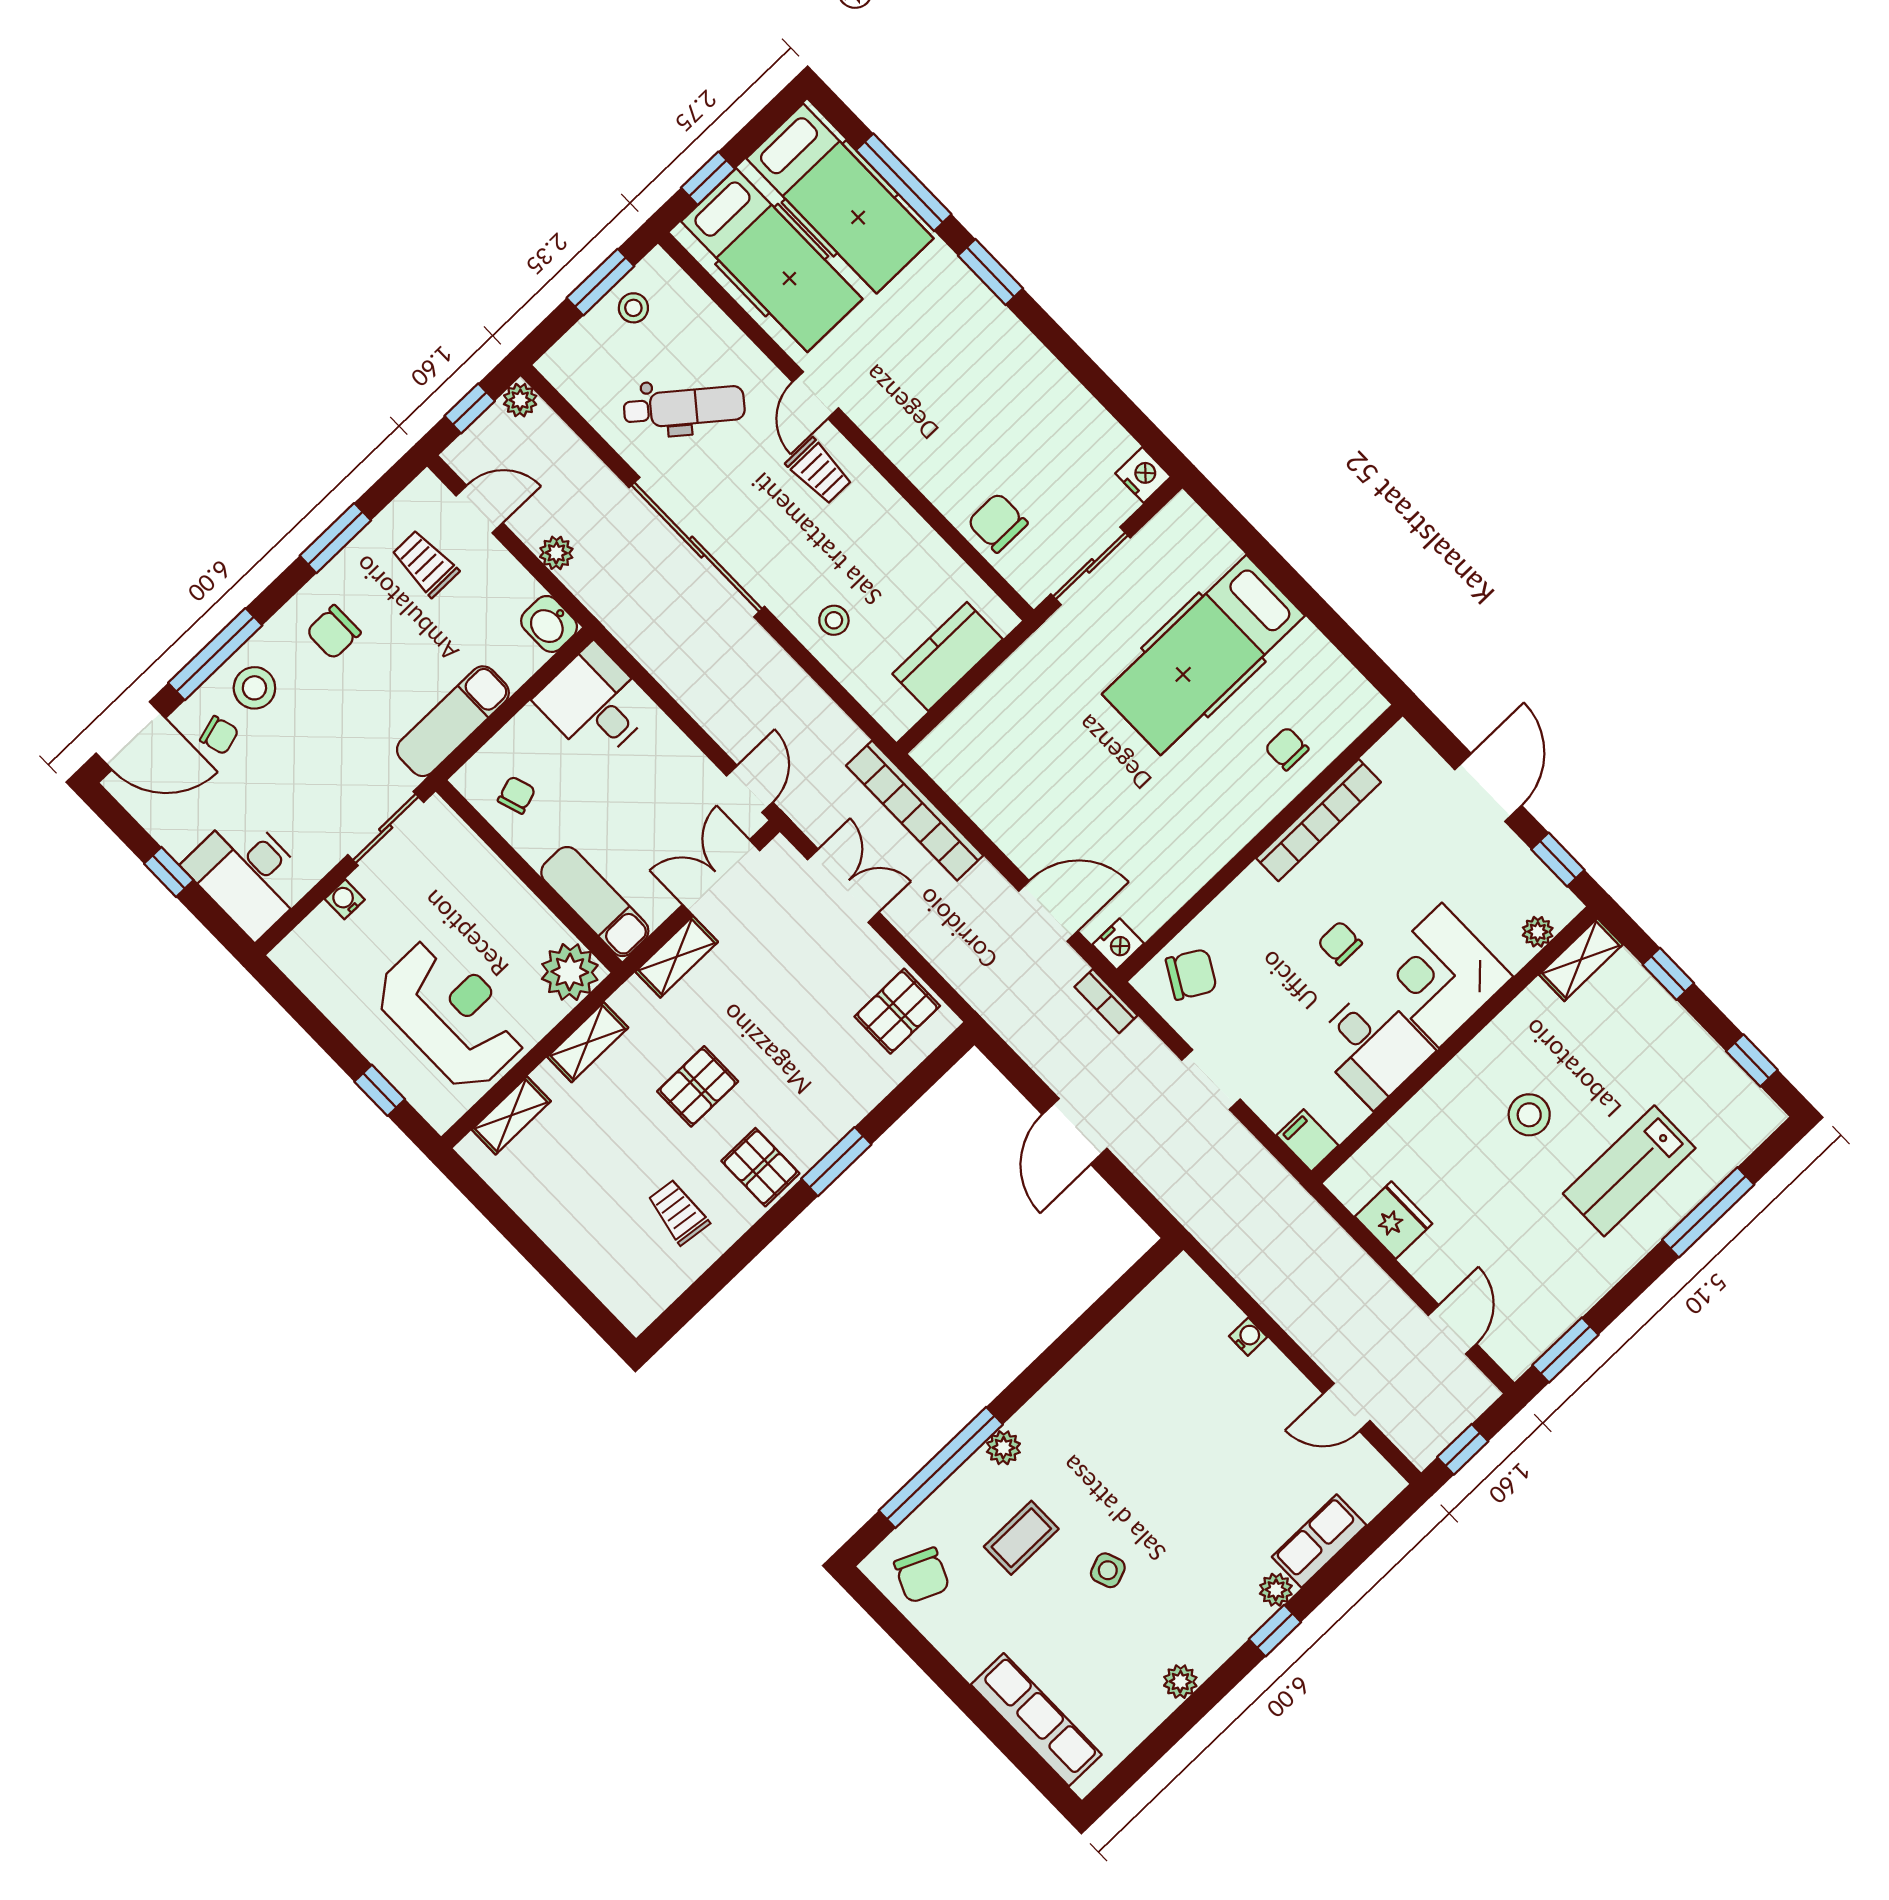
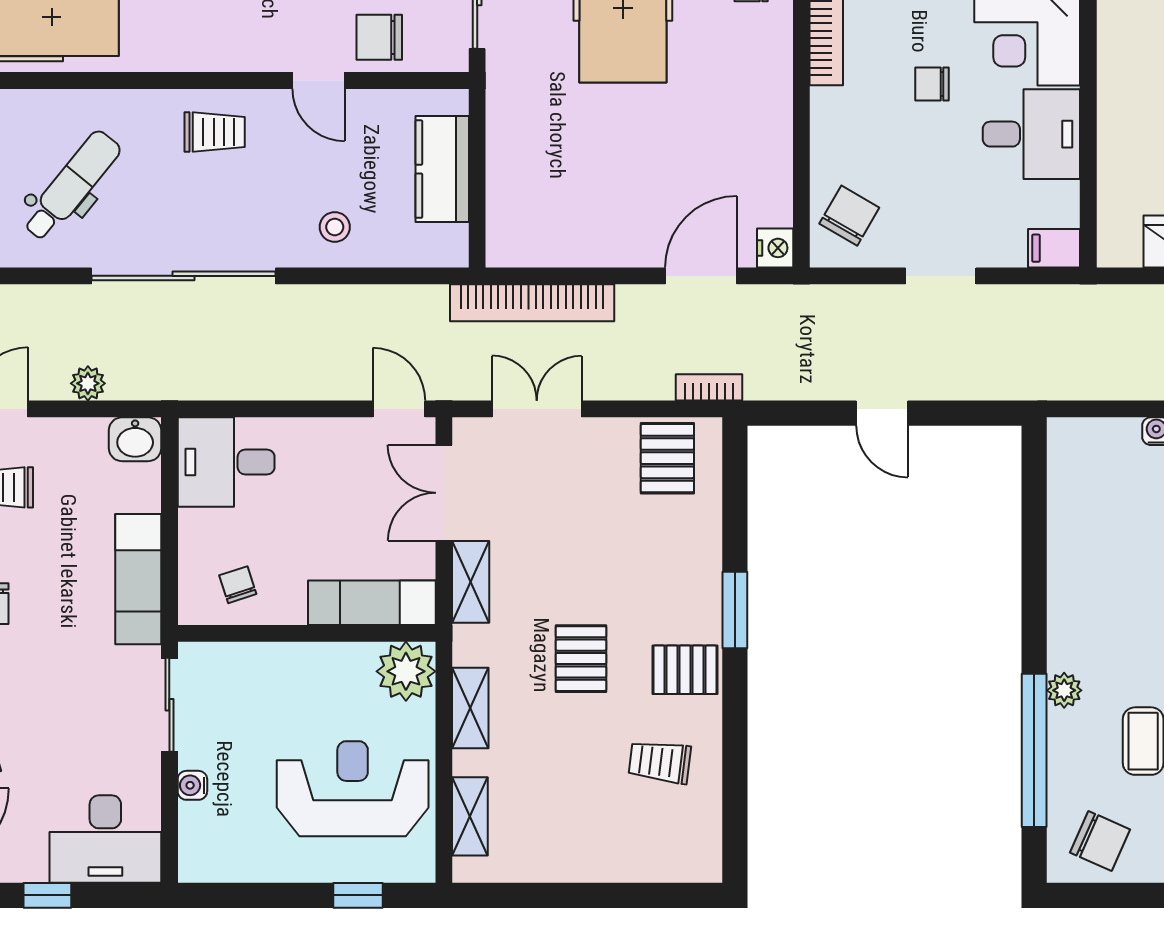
door: (816, 395) -> (318, 80), moved
bookcase: (1106, 1001) -> (709, 387), moved, turned 180
door: (1075, 1131) -> (882, 413), width x0.73

